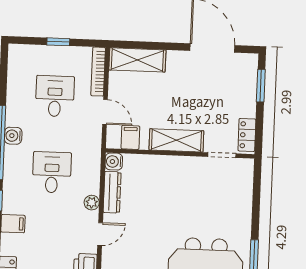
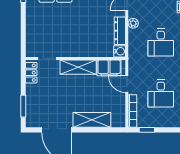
window: (58, 42) -> (147, 130), moved
shelving: (137, 60) -> (92, 120), moved
filing cabinet: (130, 137) -> (109, 68), width x2.00

